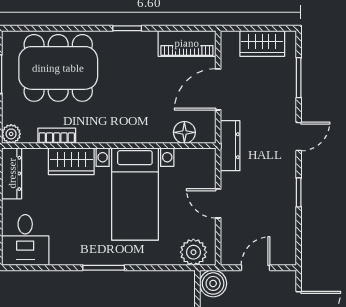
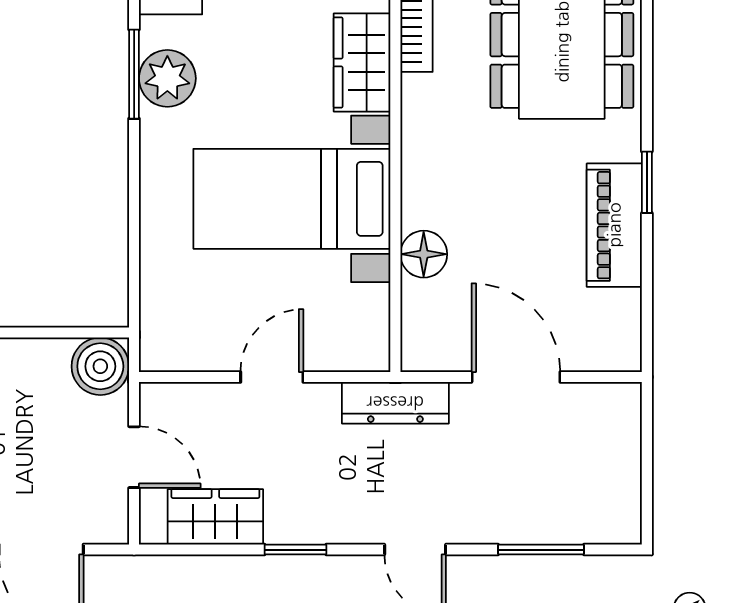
piano: (187, 43) -> (614, 225), moved
wardrobe: (262, 43) -> (215, 517), moved, turned 90
floor lamp: (184, 132) -> (424, 254), moved
plant: (193, 252) -> (167, 78), moved
window: (104, 268) -> (134, 74), moved

